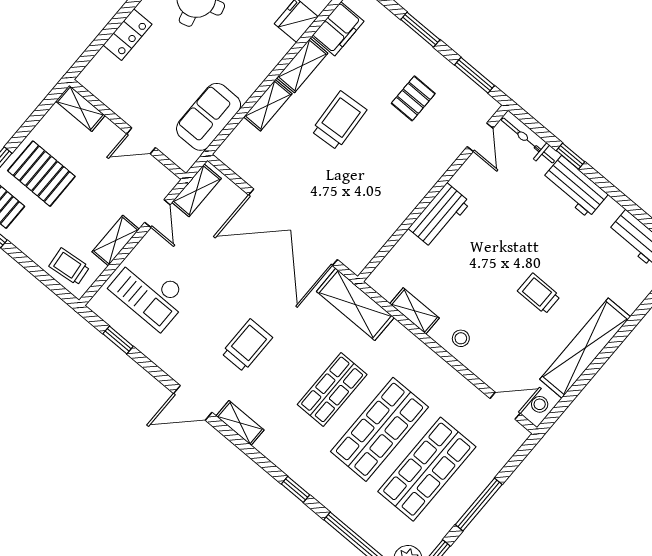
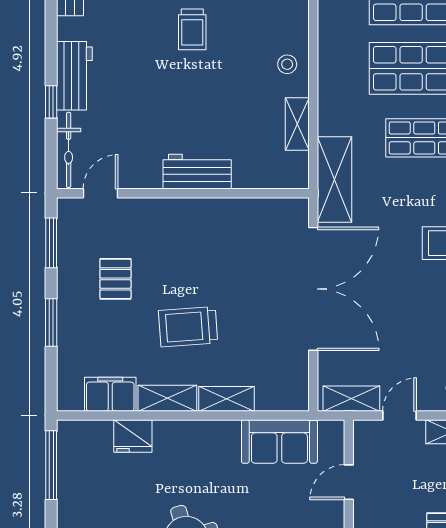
pallet: (413, 98) -> (115, 279), turned 90
door: (141, 141) -> (349, 482), swing flipped

